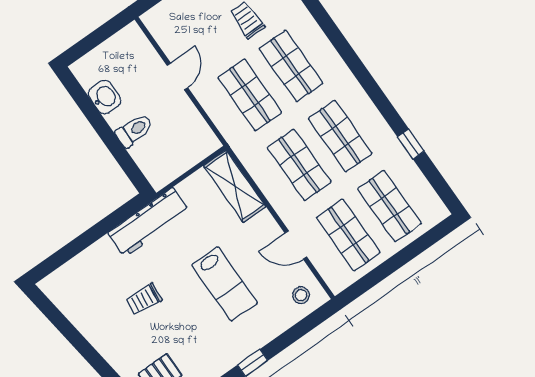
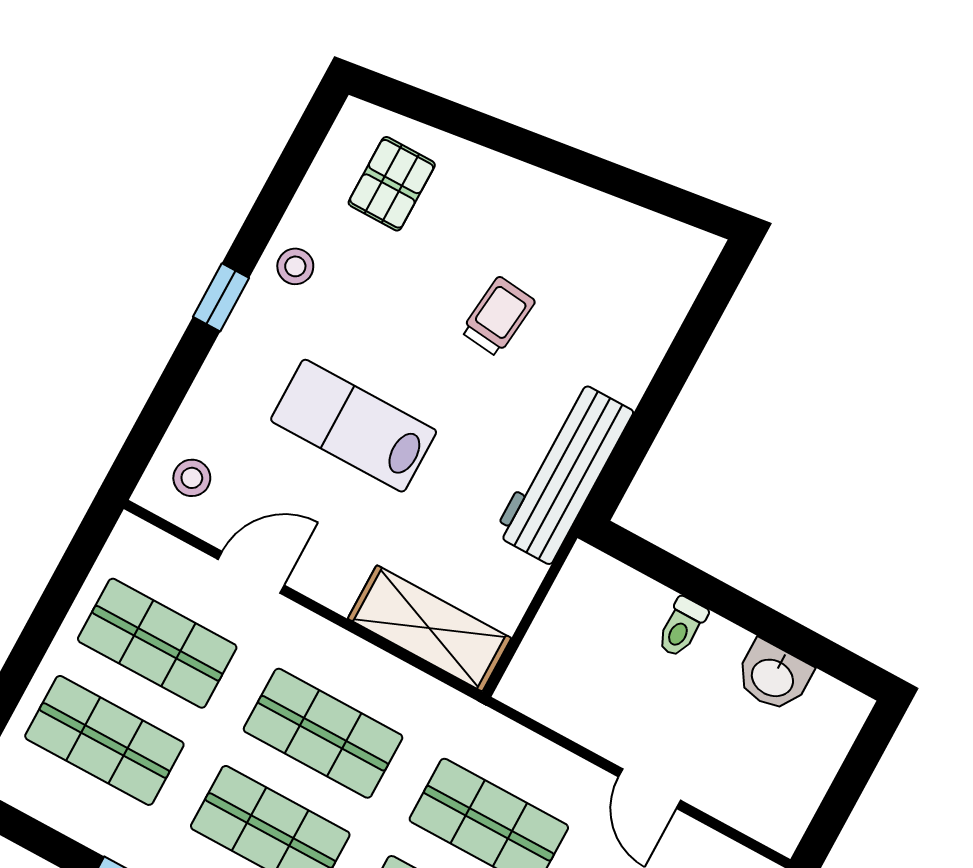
toilet: (134, 130) -> (682, 627), width x0.73, depth x0.72
stool: (216, 360) -> (295, 266), added

